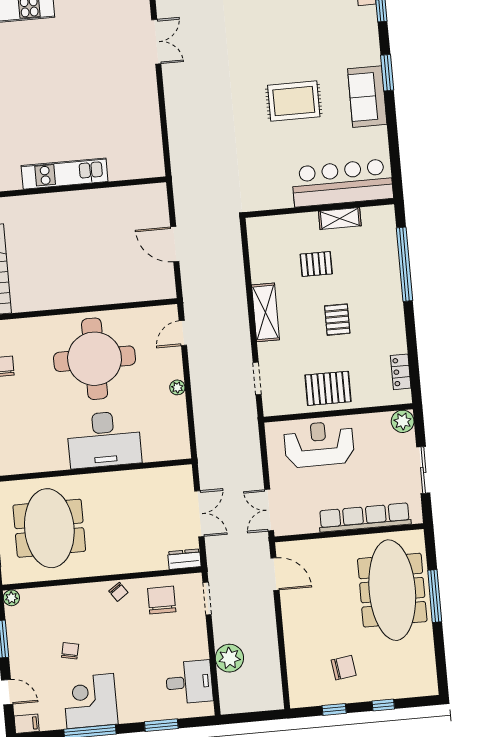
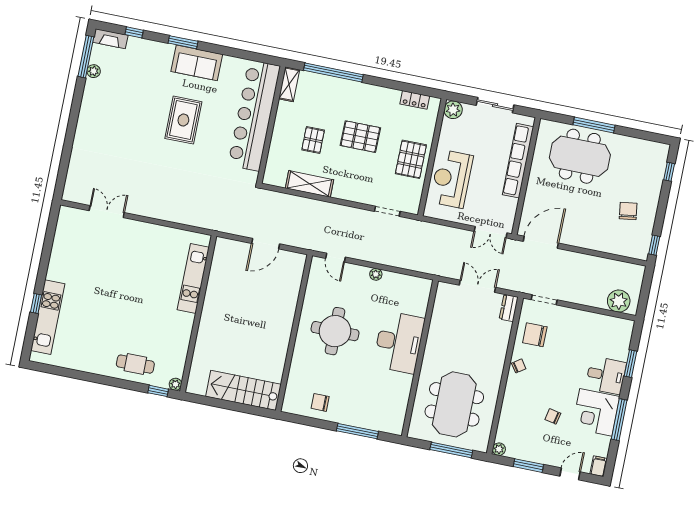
kitchen unit: (65, 174) -> (193, 278), moved
bar counter: (342, 183) -> (254, 116), width x1.36
shelving: (340, 218) -> (289, 84), moved
shelving: (265, 312) -> (309, 184), moved
pallet: (337, 320) -> (360, 137), width x1.50, depth x1.42
round table: (95, 359) -> (335, 331), width x0.73, depth x0.73
meeting table: (49, 528) -> (454, 404), turned 90
door: (275, 574) -> (541, 242), width x1.36
meeting table: (392, 590) -> (580, 156), width x0.73
plant: (229, 658) -> (619, 301), moved
desk: (189, 682) -> (606, 375), moved, turned 90
window: (383, 705) -> (669, 172), moved
window: (334, 709) -> (654, 245), moved

